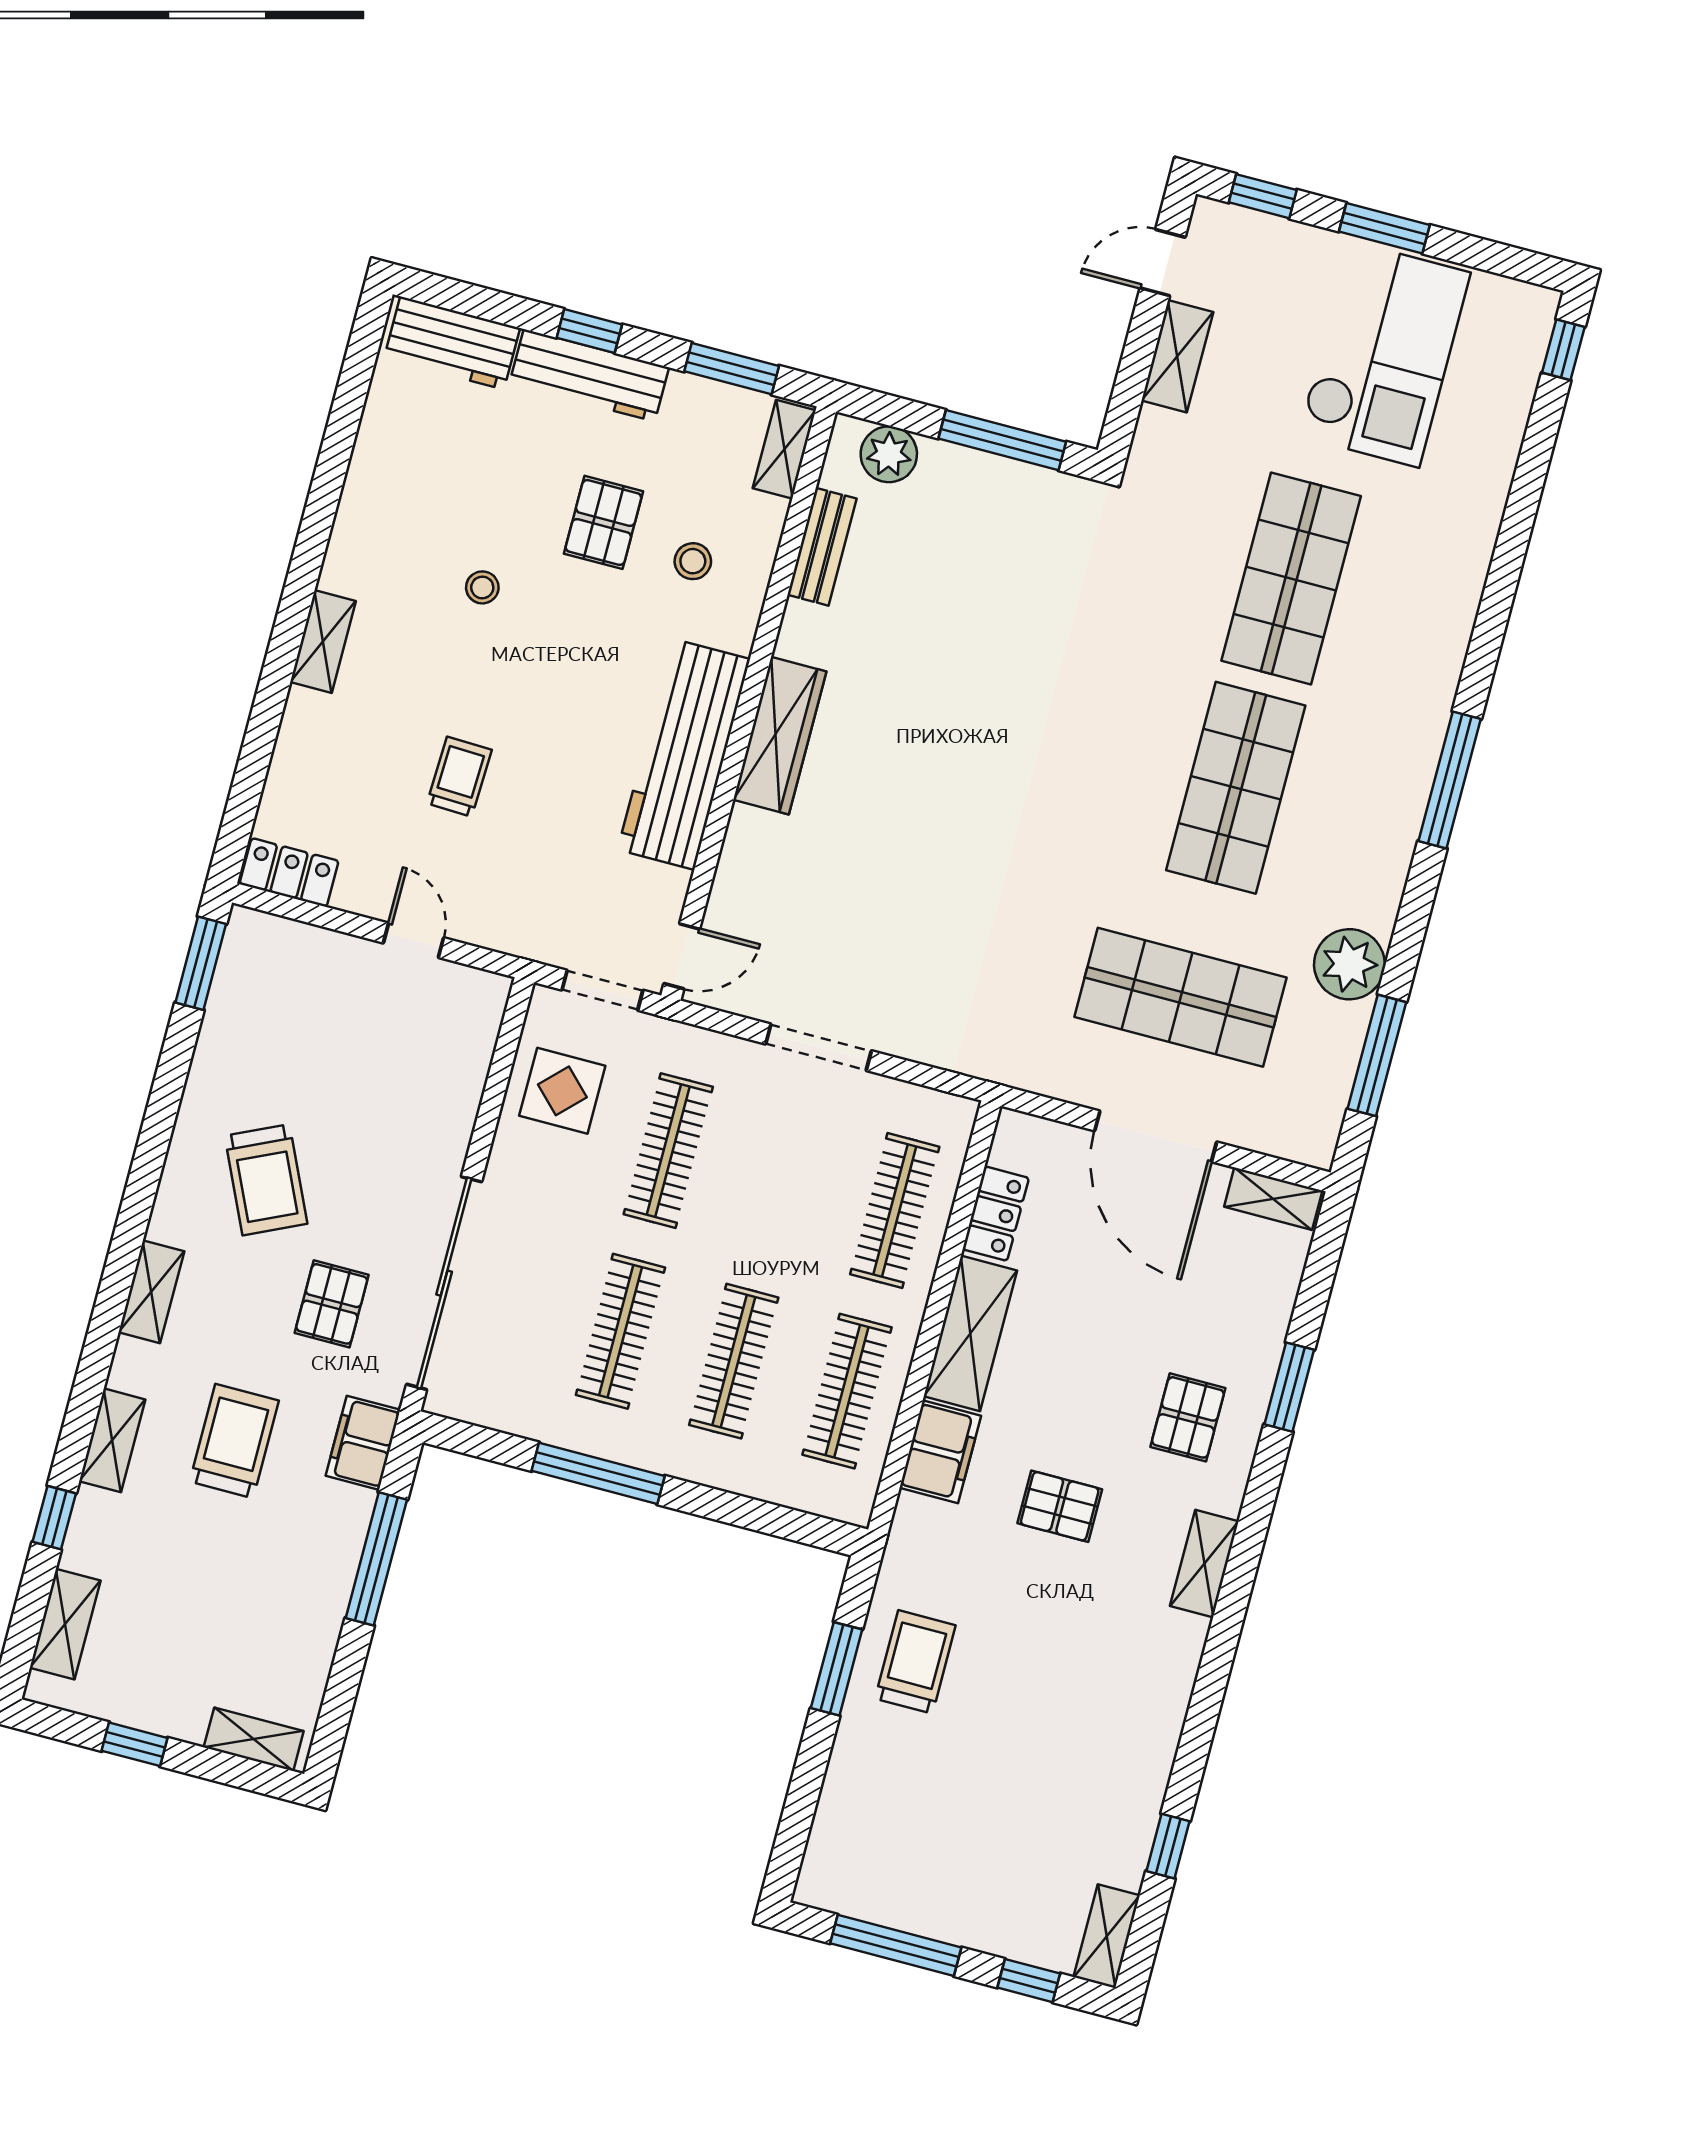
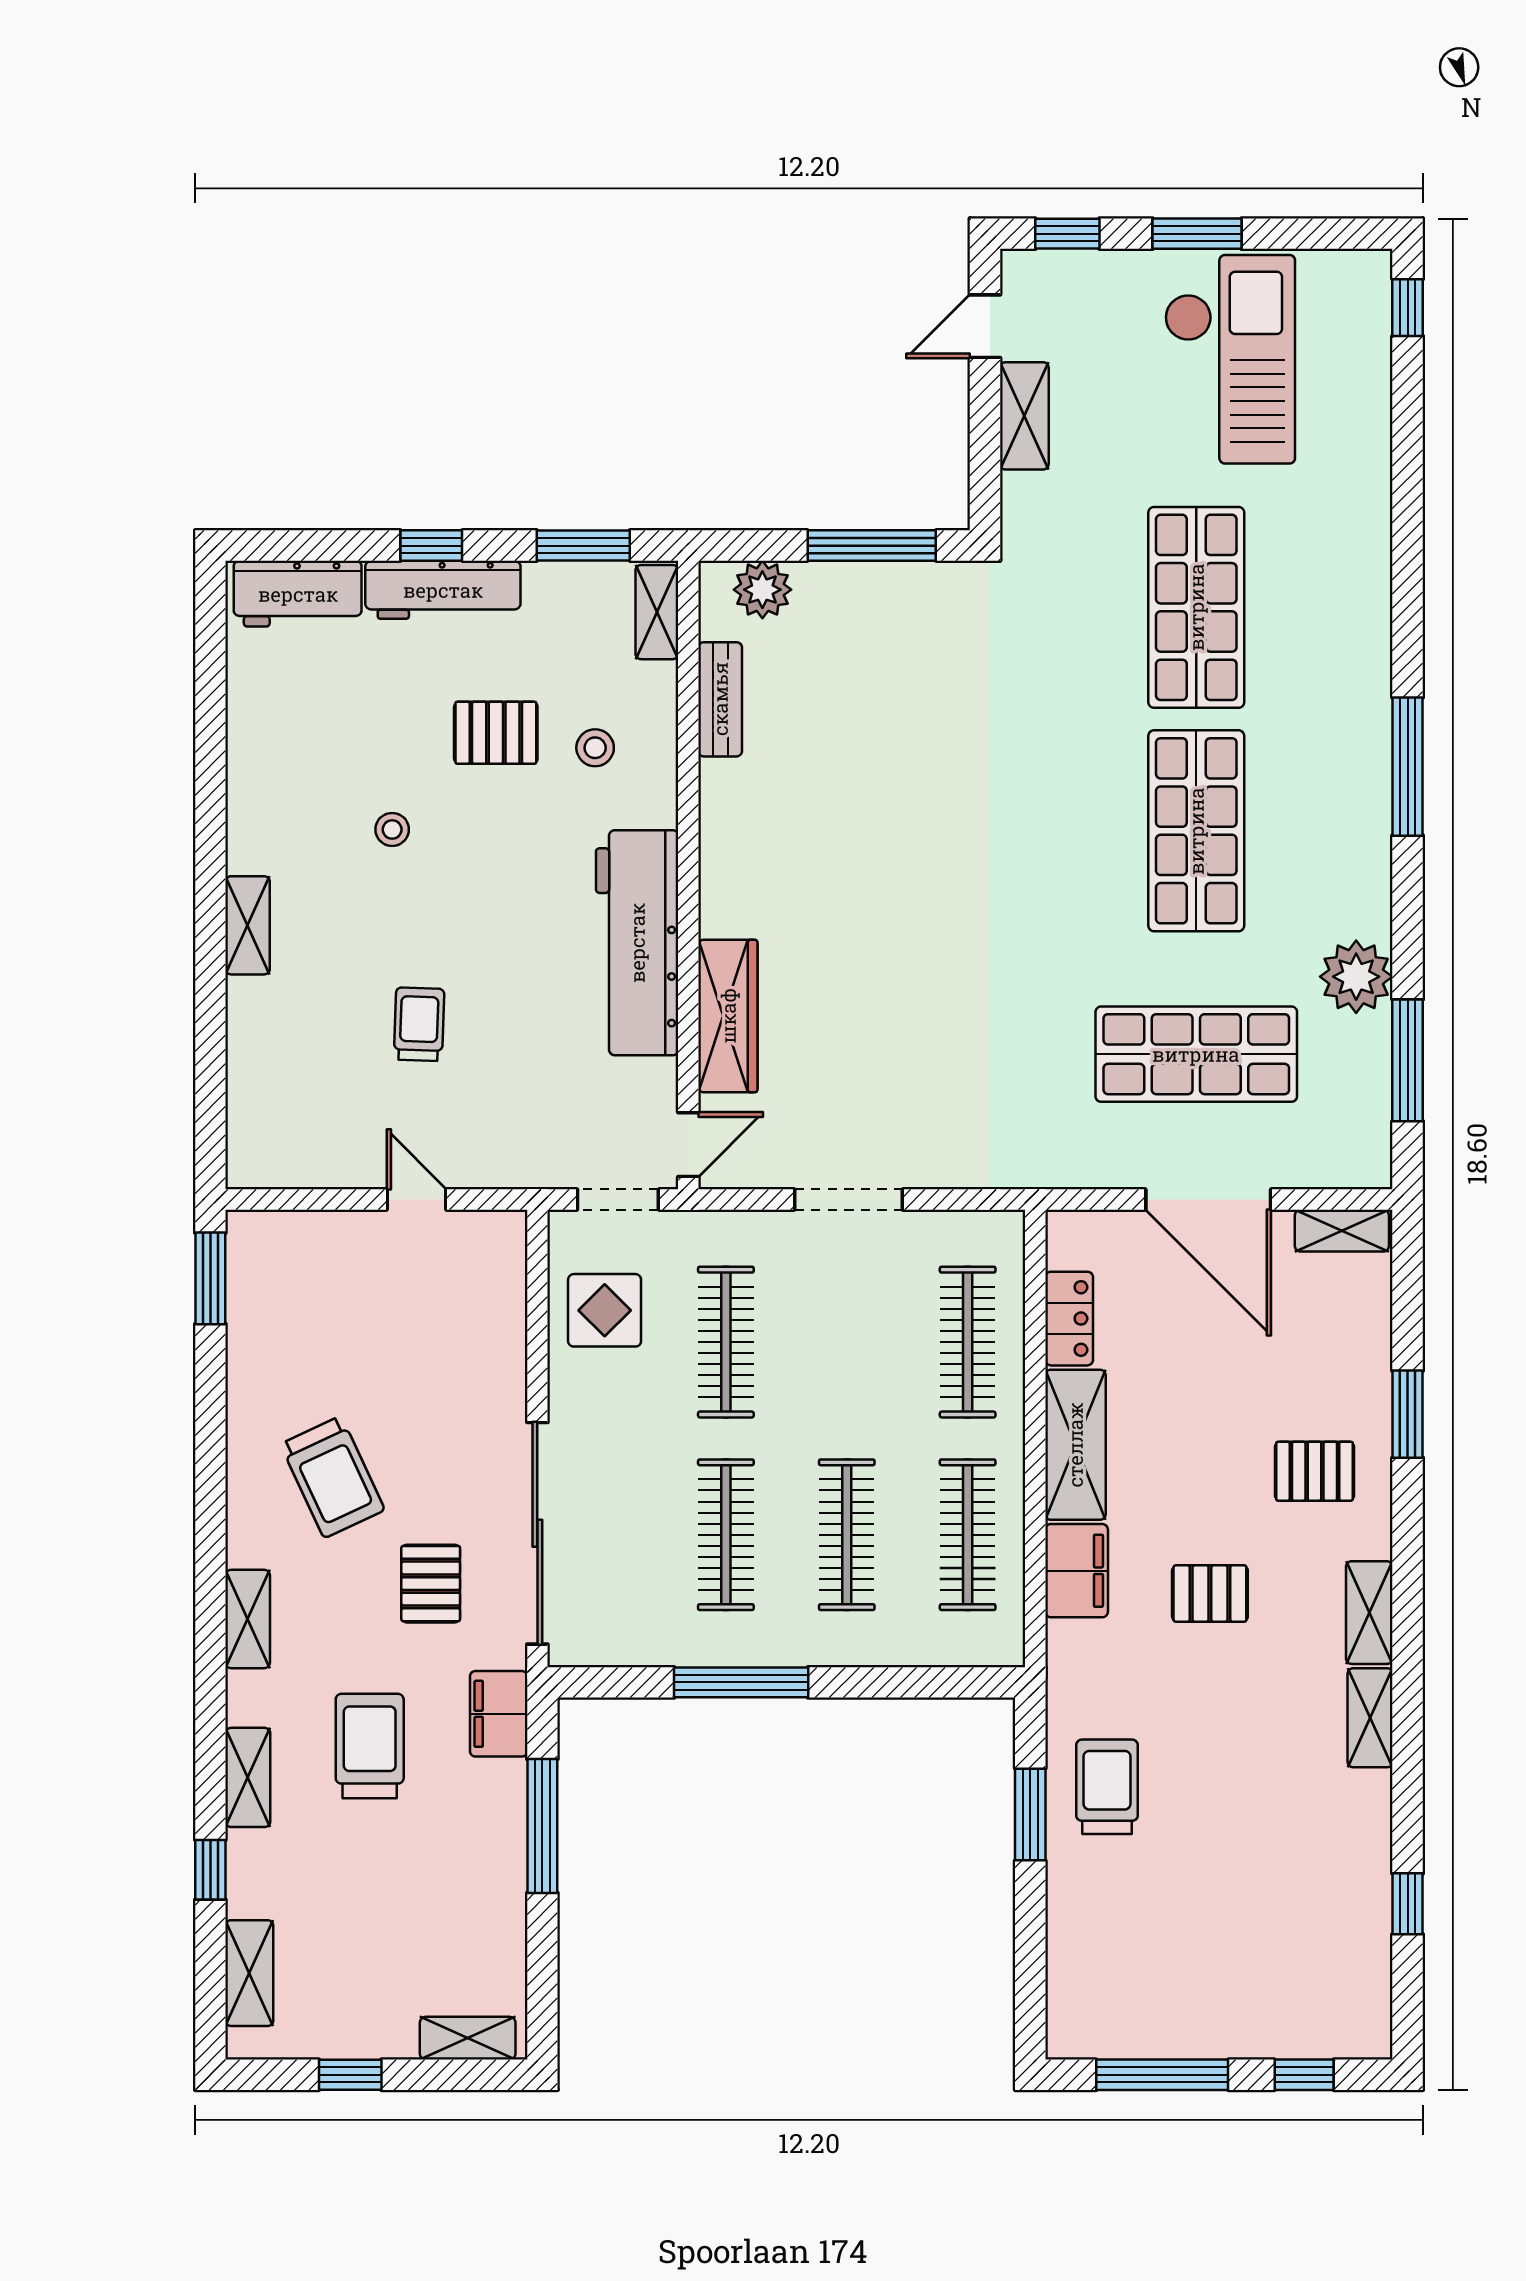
pallet: (603, 522) -> (496, 733), turned 90
wardrobe: (780, 736) -> (728, 1016), moved
locker: (289, 872) -> (275, 1165), removed
pallet: (1188, 1417) -> (1314, 1471), turned 90
shelving: (1107, 1936) -> (1370, 1718), moved

